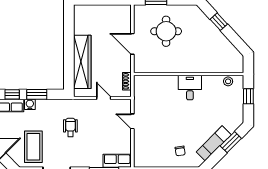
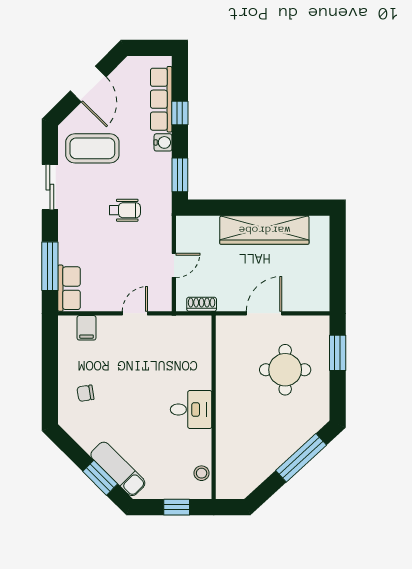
window: (219, 22) -> (301, 458), width x2.17
wardrobe: (82, 62) -> (264, 230), moved
window: (37, 94) -> (180, 175), moved
exam couch: (214, 143) -> (118, 469), moved
filing cabinet: (141, 150) -> (87, 328), added

